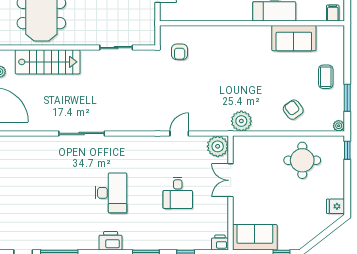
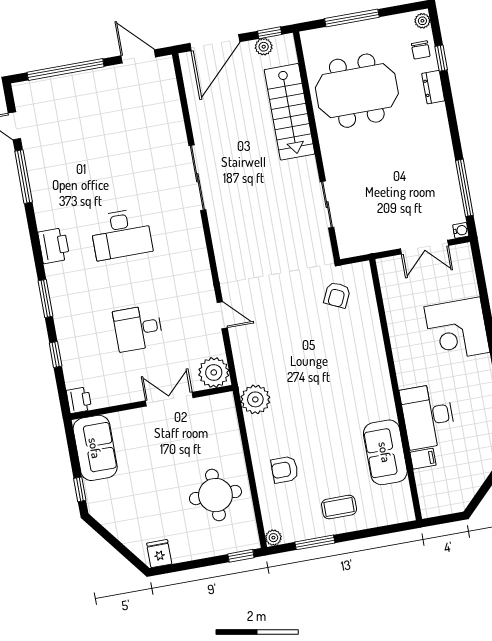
filing cabinet: (333, 13) -> (423, 459), moved
armchair: (180, 52) -> (337, 295), turned -65
armchair: (293, 110) -> (285, 470), turned -144

